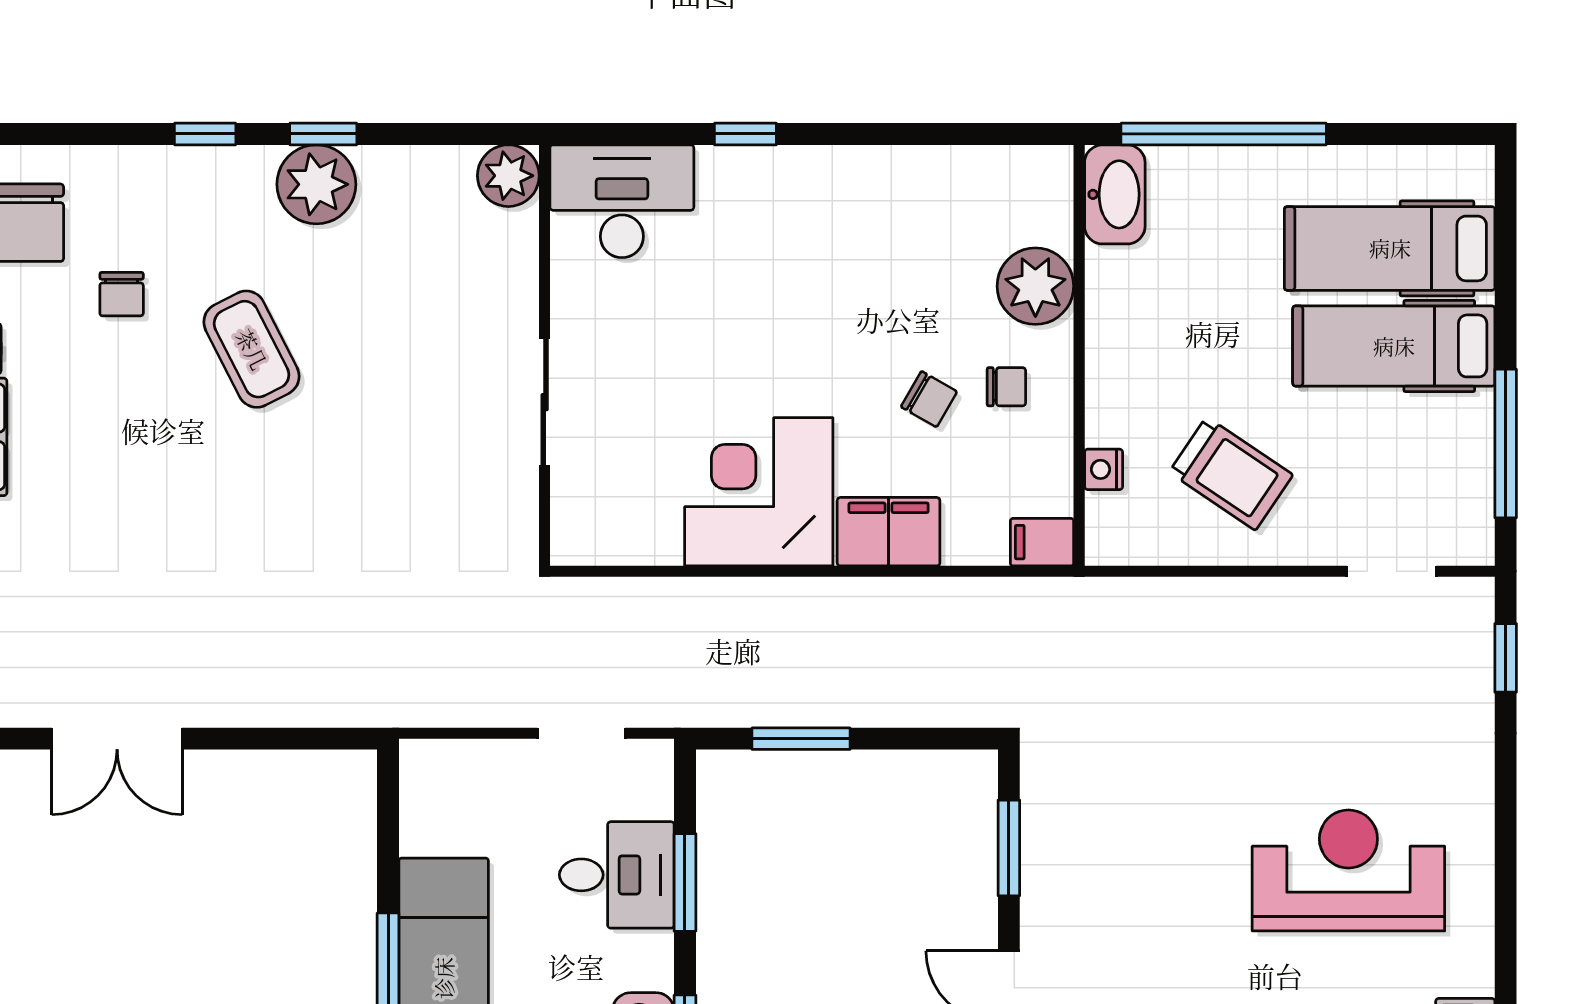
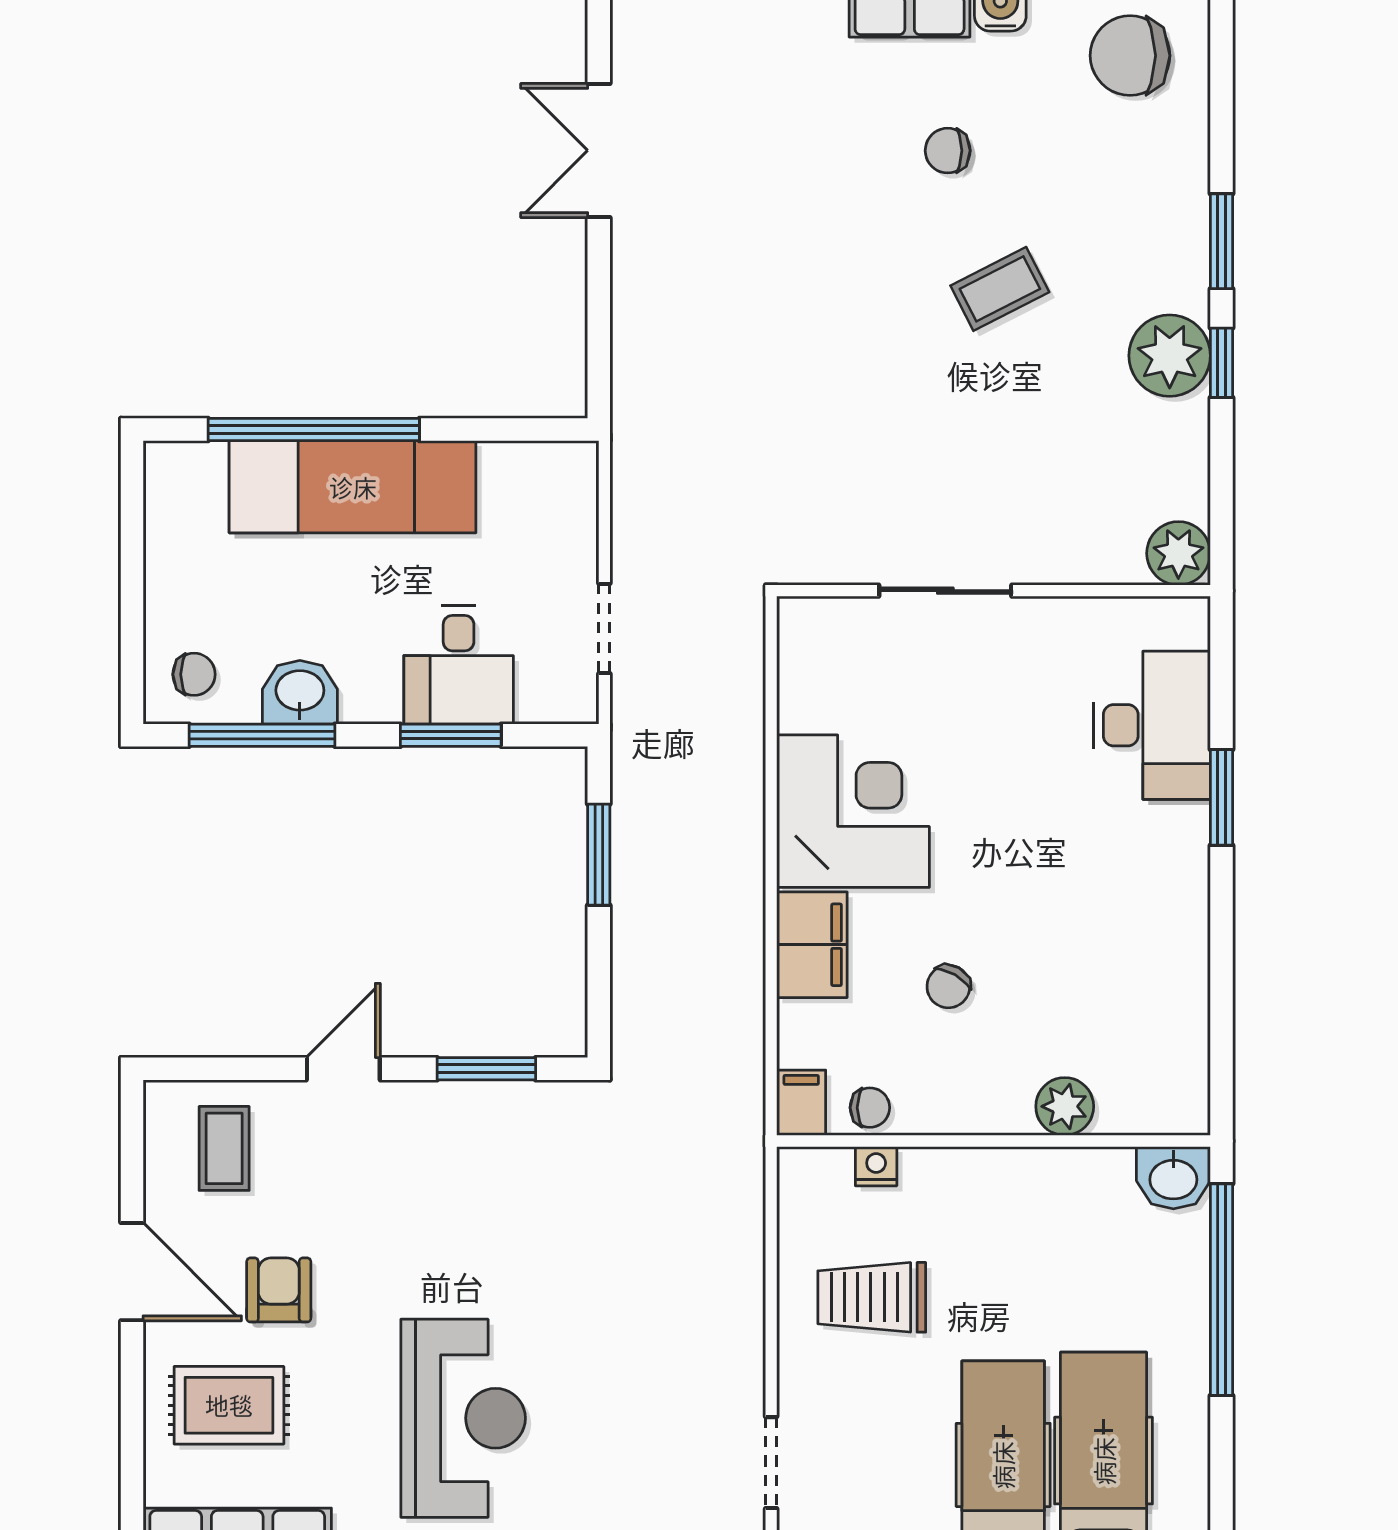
window: (205, 134) -> (1221, 241), width x1.50
window: (745, 134) -> (1221, 797), width x1.50
washbasin: (1115, 194) -> (1173, 1178), width x0.72
desk: (622, 201) -> (1152, 725), moved
plant: (1035, 286) -> (1065, 1106), width x0.73, depth x0.73
chair: (122, 294) -> (948, 151), moved
coffee table: (252, 349) -> (1000, 289), width x0.73, depth x0.77
chair: (1006, 387) -> (870, 1108), moved, turned -90
trolley: (1231, 474) -> (872, 1297), turned 56

